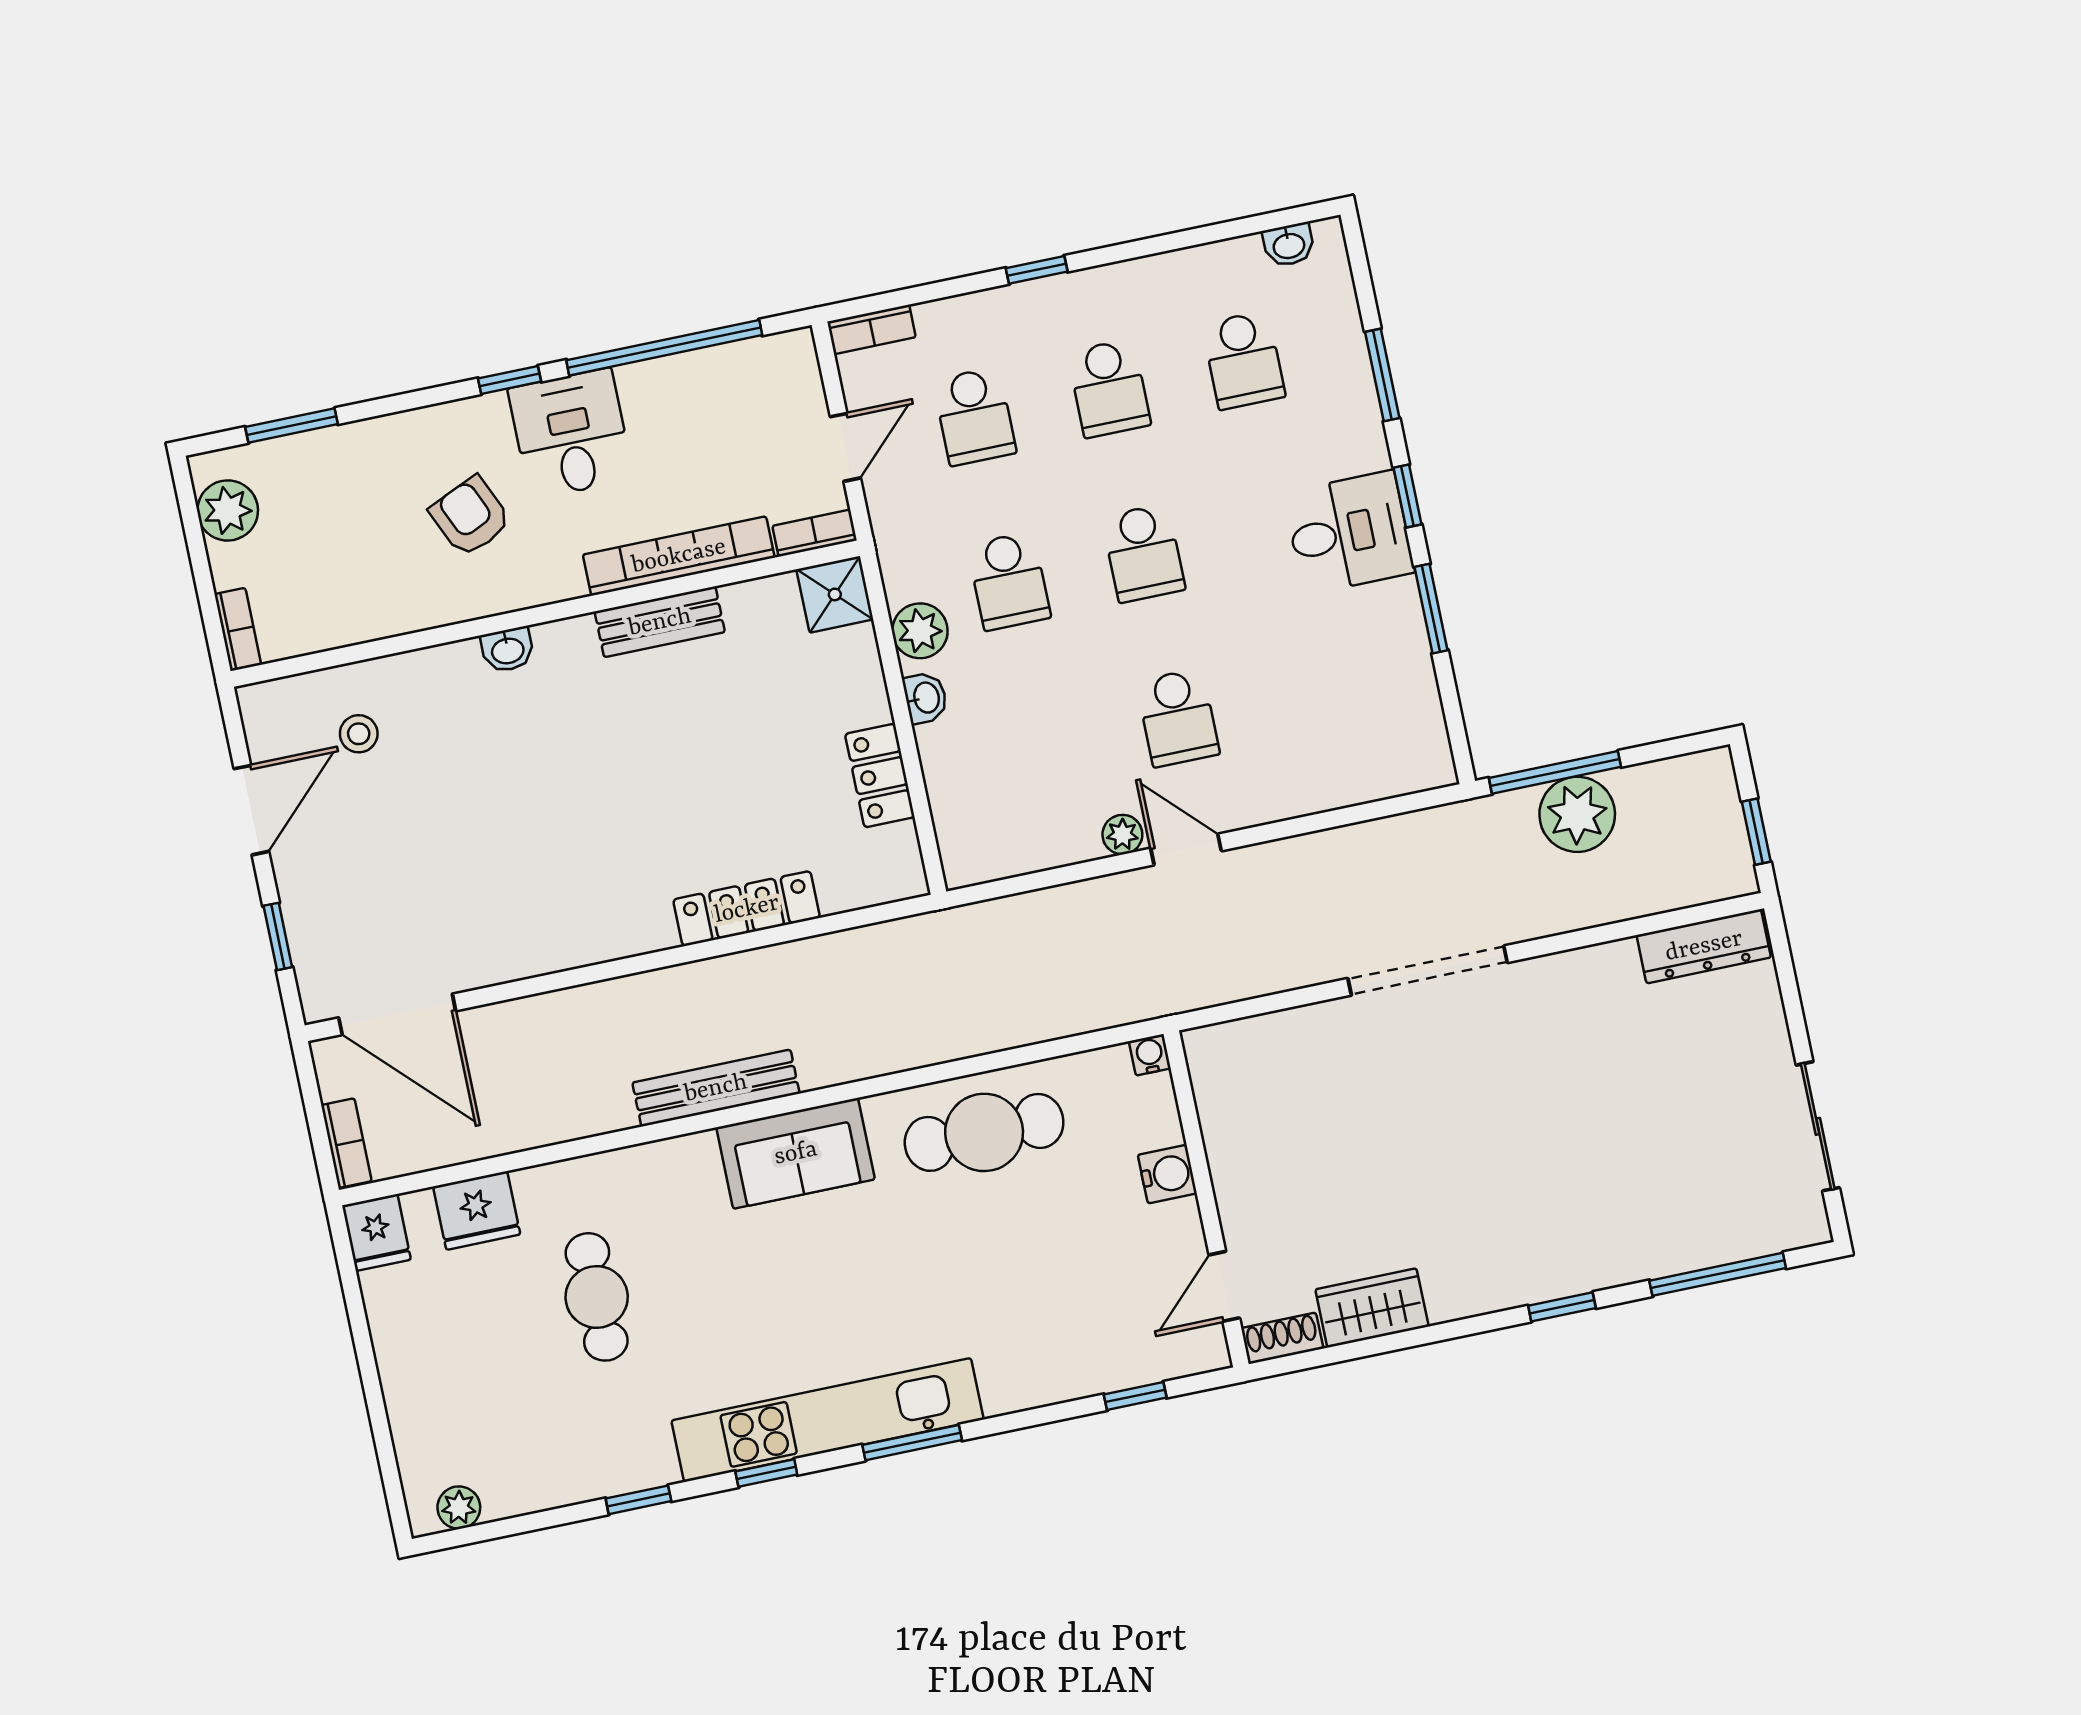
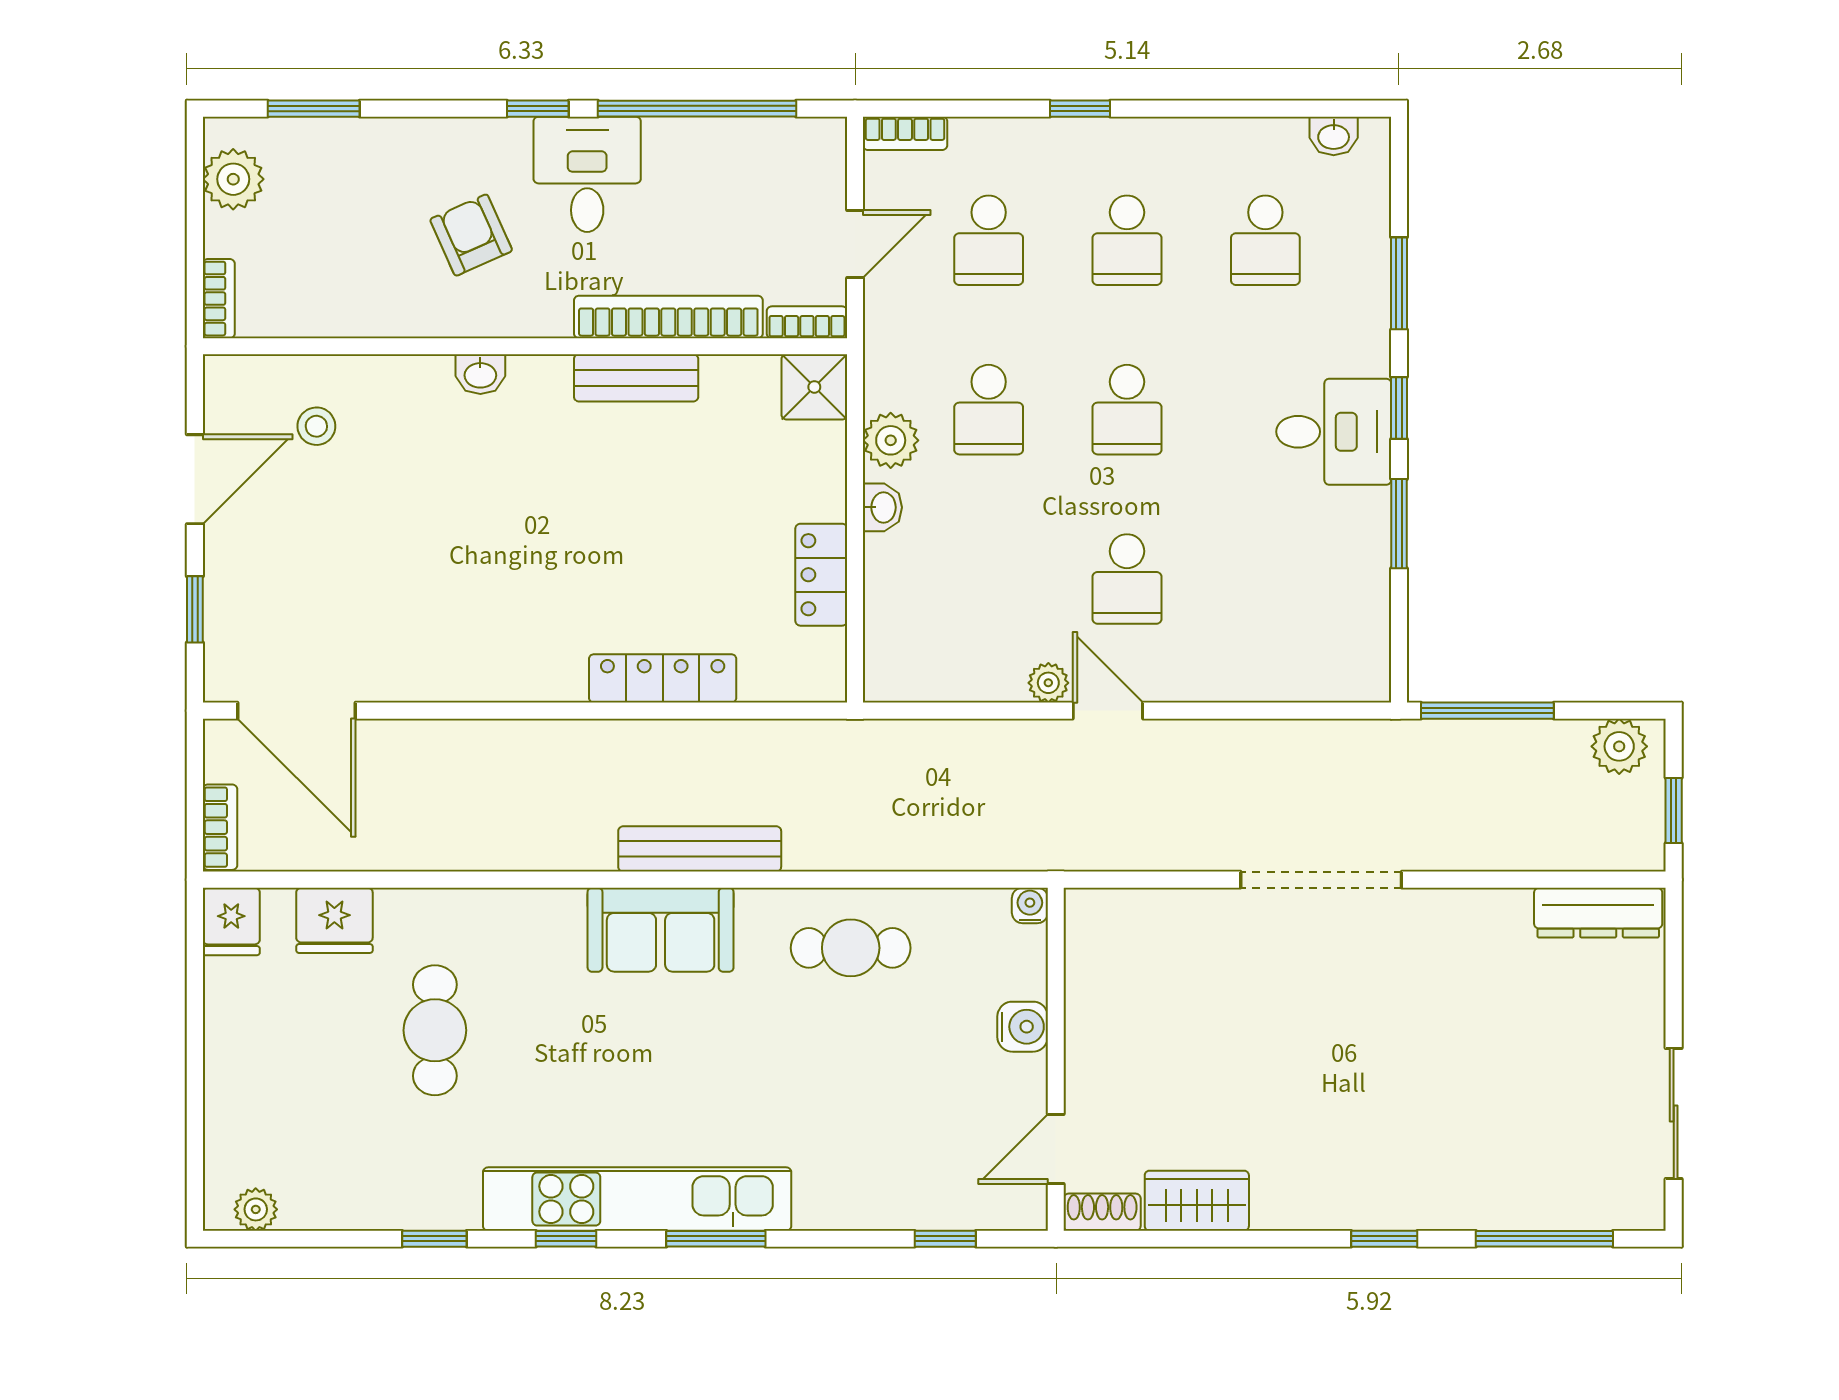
plant: (1577, 814) -> (1619, 746), moved, width x0.73, depth x0.73
bench: (716, 1088) -> (700, 849), moved
cafe table: (984, 1132) -> (851, 948), width x0.73, depth x0.74

